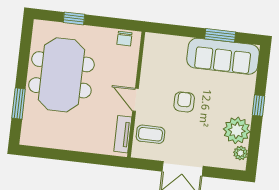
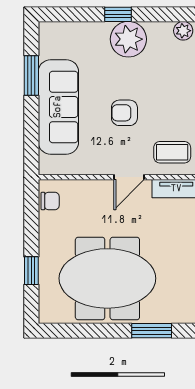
sofa: (223, 56) -> (58, 107), moved
plant: (237, 130) -> (128, 39), moved
coffee table: (150, 134) -> (172, 152), turned 90

